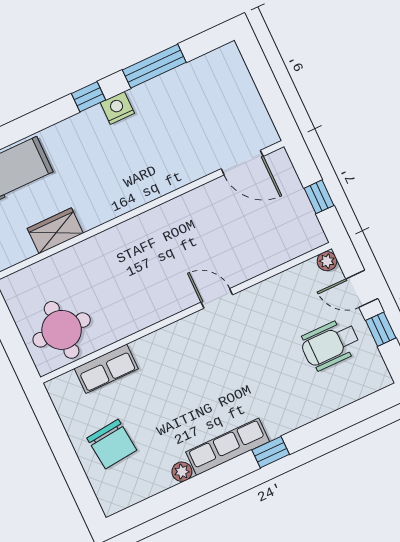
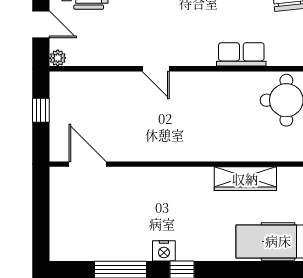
wardrobe: (55, 231) -> (245, 179), width x1.50
row of seats: (106, 369) -> (241, 54), moved

